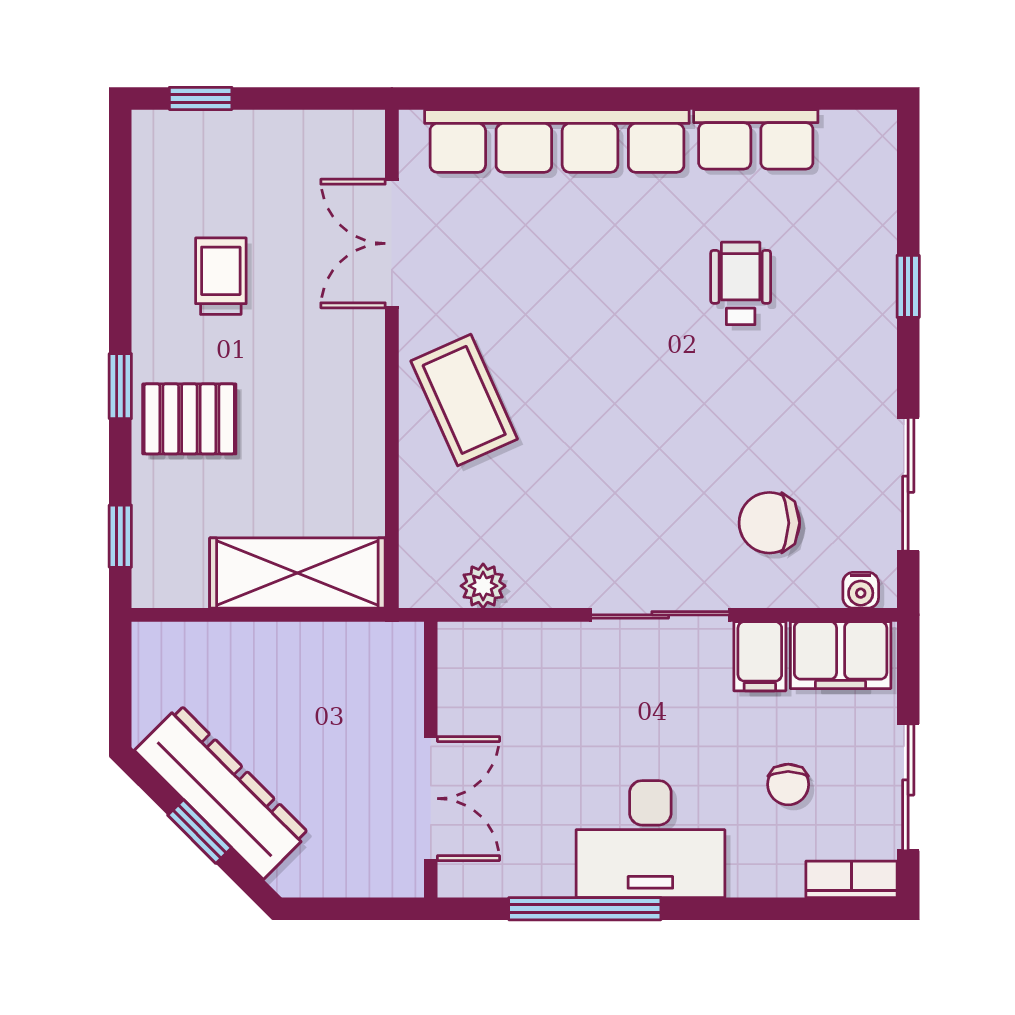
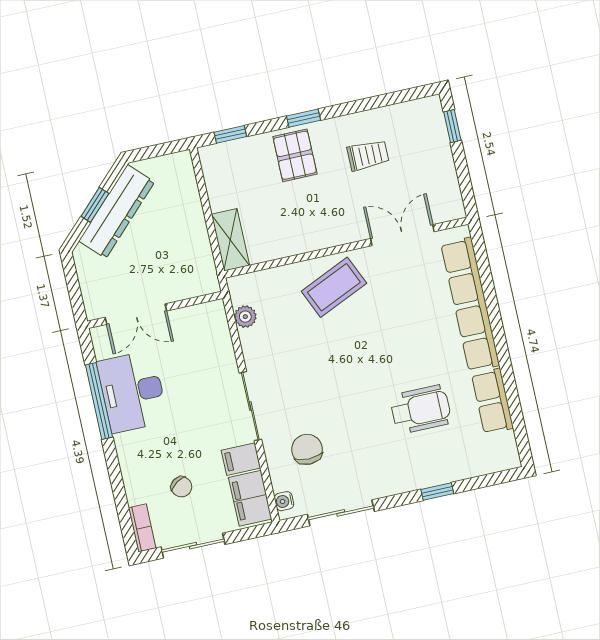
wheelchair: (741, 283) -> (421, 409), width x1.36, depth x1.37
shelving: (297, 573) -> (230, 240), width x0.67, depth x0.75
chair: (788, 784) -> (181, 487), turned -124
desk: (650, 839) -> (132, 392), moved

